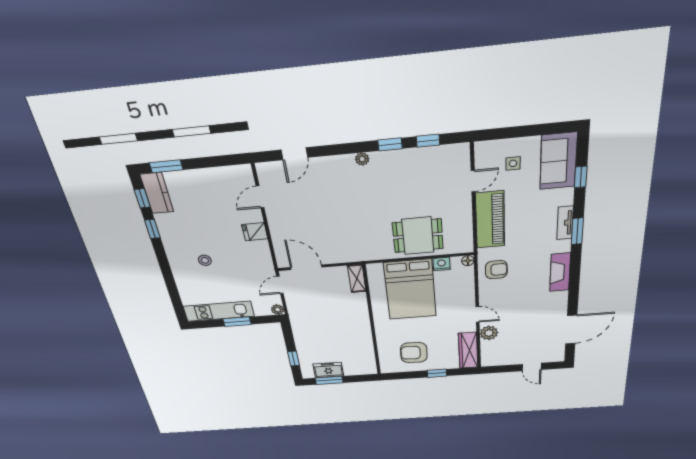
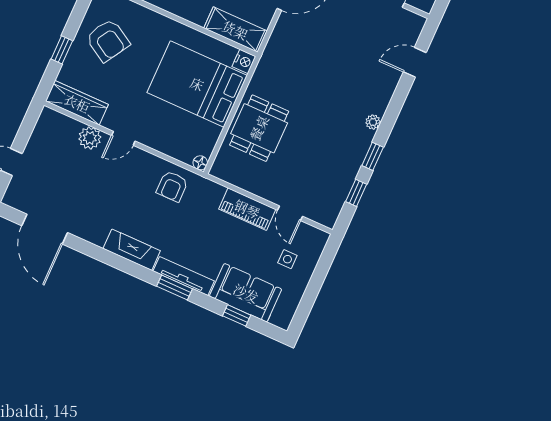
door: (294, 154) -> (415, 62), hinge flipped
sofa: (558, 161) -> (246, 293), moved
piano: (490, 220) -> (247, 209), width x0.73, depth x0.75
tv unit: (565, 223) -> (184, 276), width x1.41
nightstand: (442, 264) -> (244, 61), moved
shelving: (357, 278) -> (235, 30), width x1.50, depth x1.33
armchair: (414, 353) -> (108, 40), turned 119

